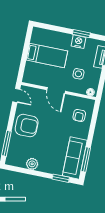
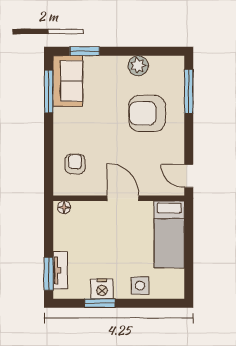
bed: (47, 56) -> (169, 234), moved, turned -90
side table: (78, 74) -> (140, 286), moved
armchair: (27, 126) -> (147, 113), moved
sofa: (75, 158) -> (68, 81), width x0.73

